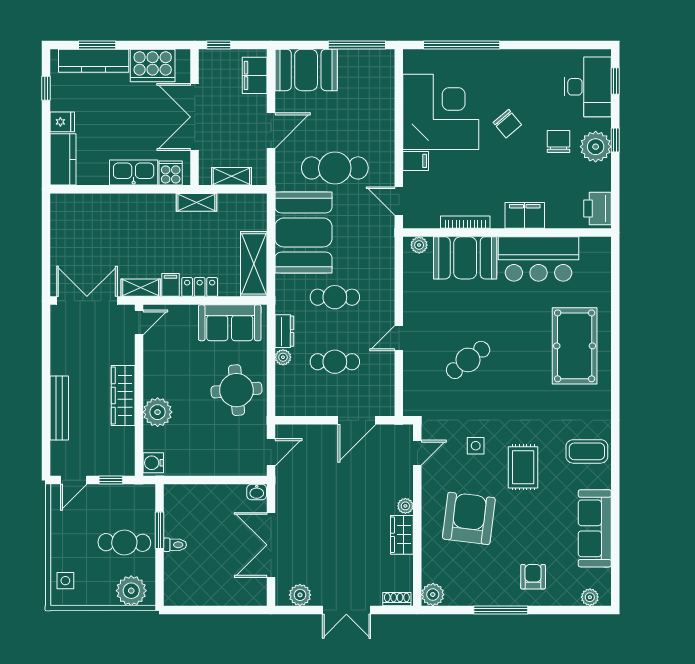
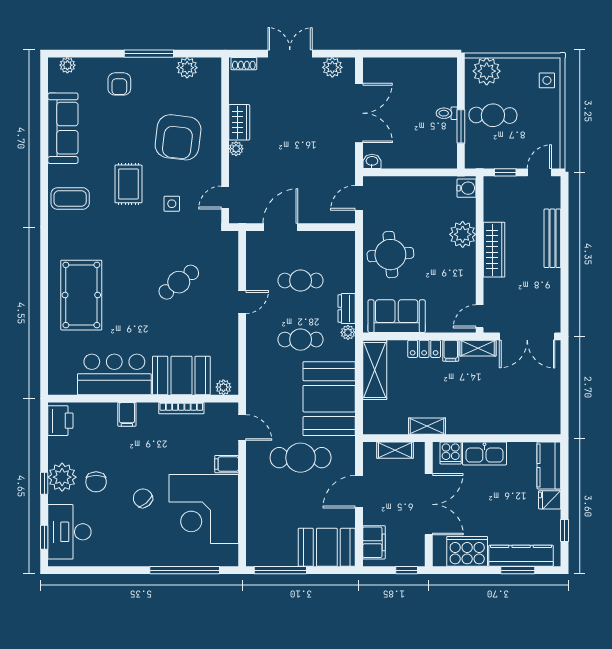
filing cabinet: (525, 215) -> (127, 414), width x0.50
plant: (283, 357) -> (348, 332), moved
plant: (433, 595) -> (187, 68), moved

